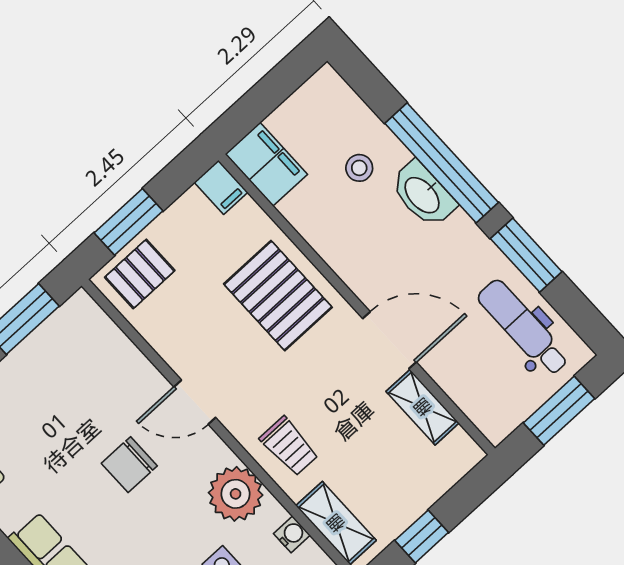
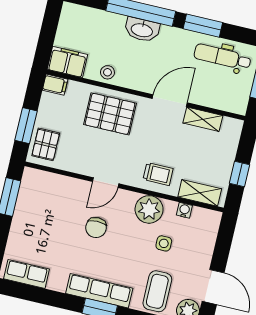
stool: (359, 168) -> (107, 72), moved

